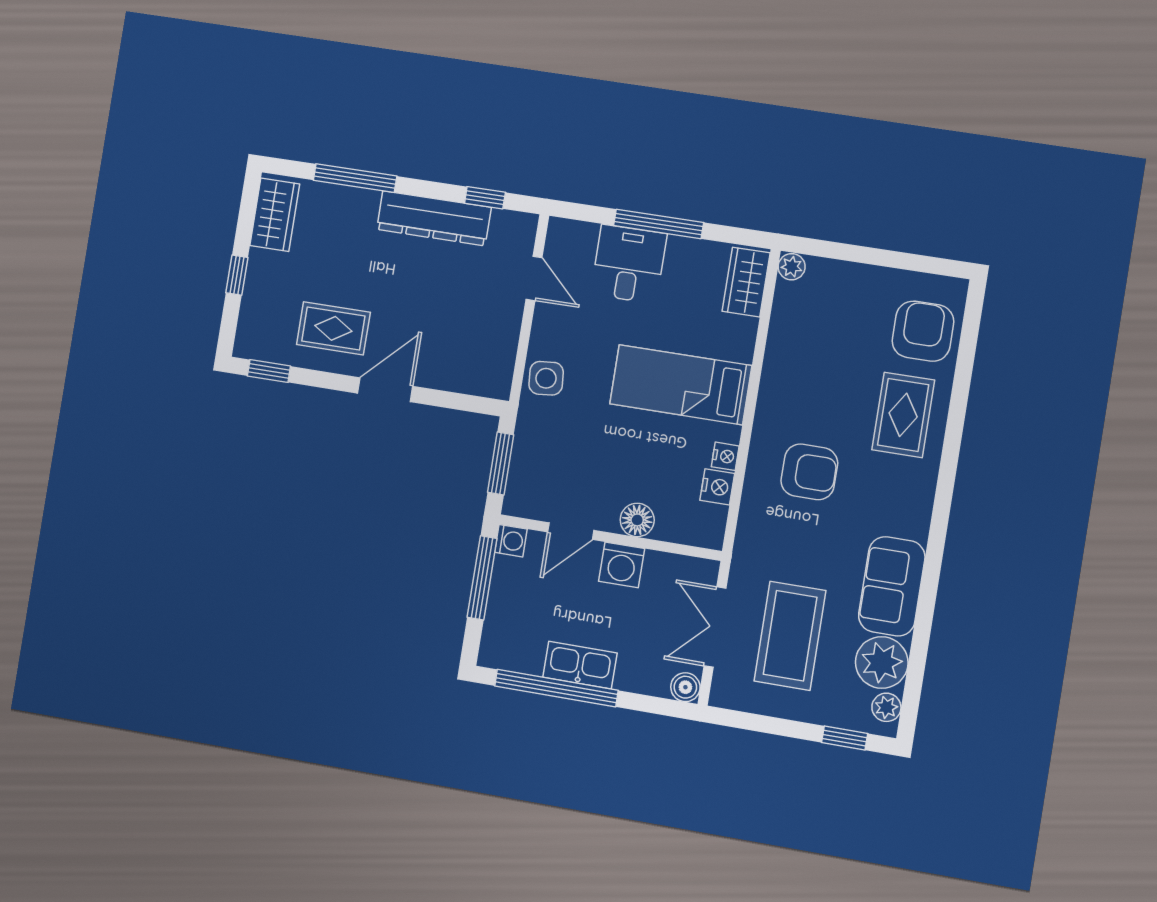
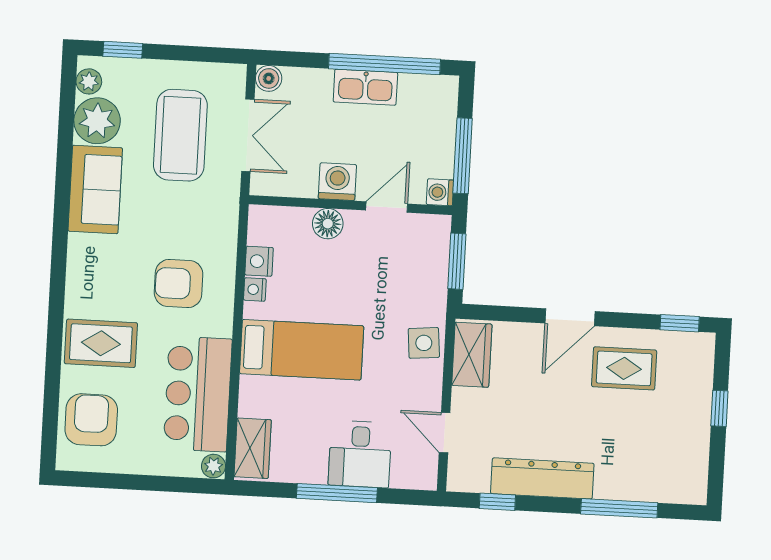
wardrobe: (275, 215) -> (472, 355), moved, turned 180
armchair: (923, 331) -> (91, 420), turned 180
bar counter: (801, 348) -> (198, 394), added
rug: (903, 415) -> (101, 343), turned 90

